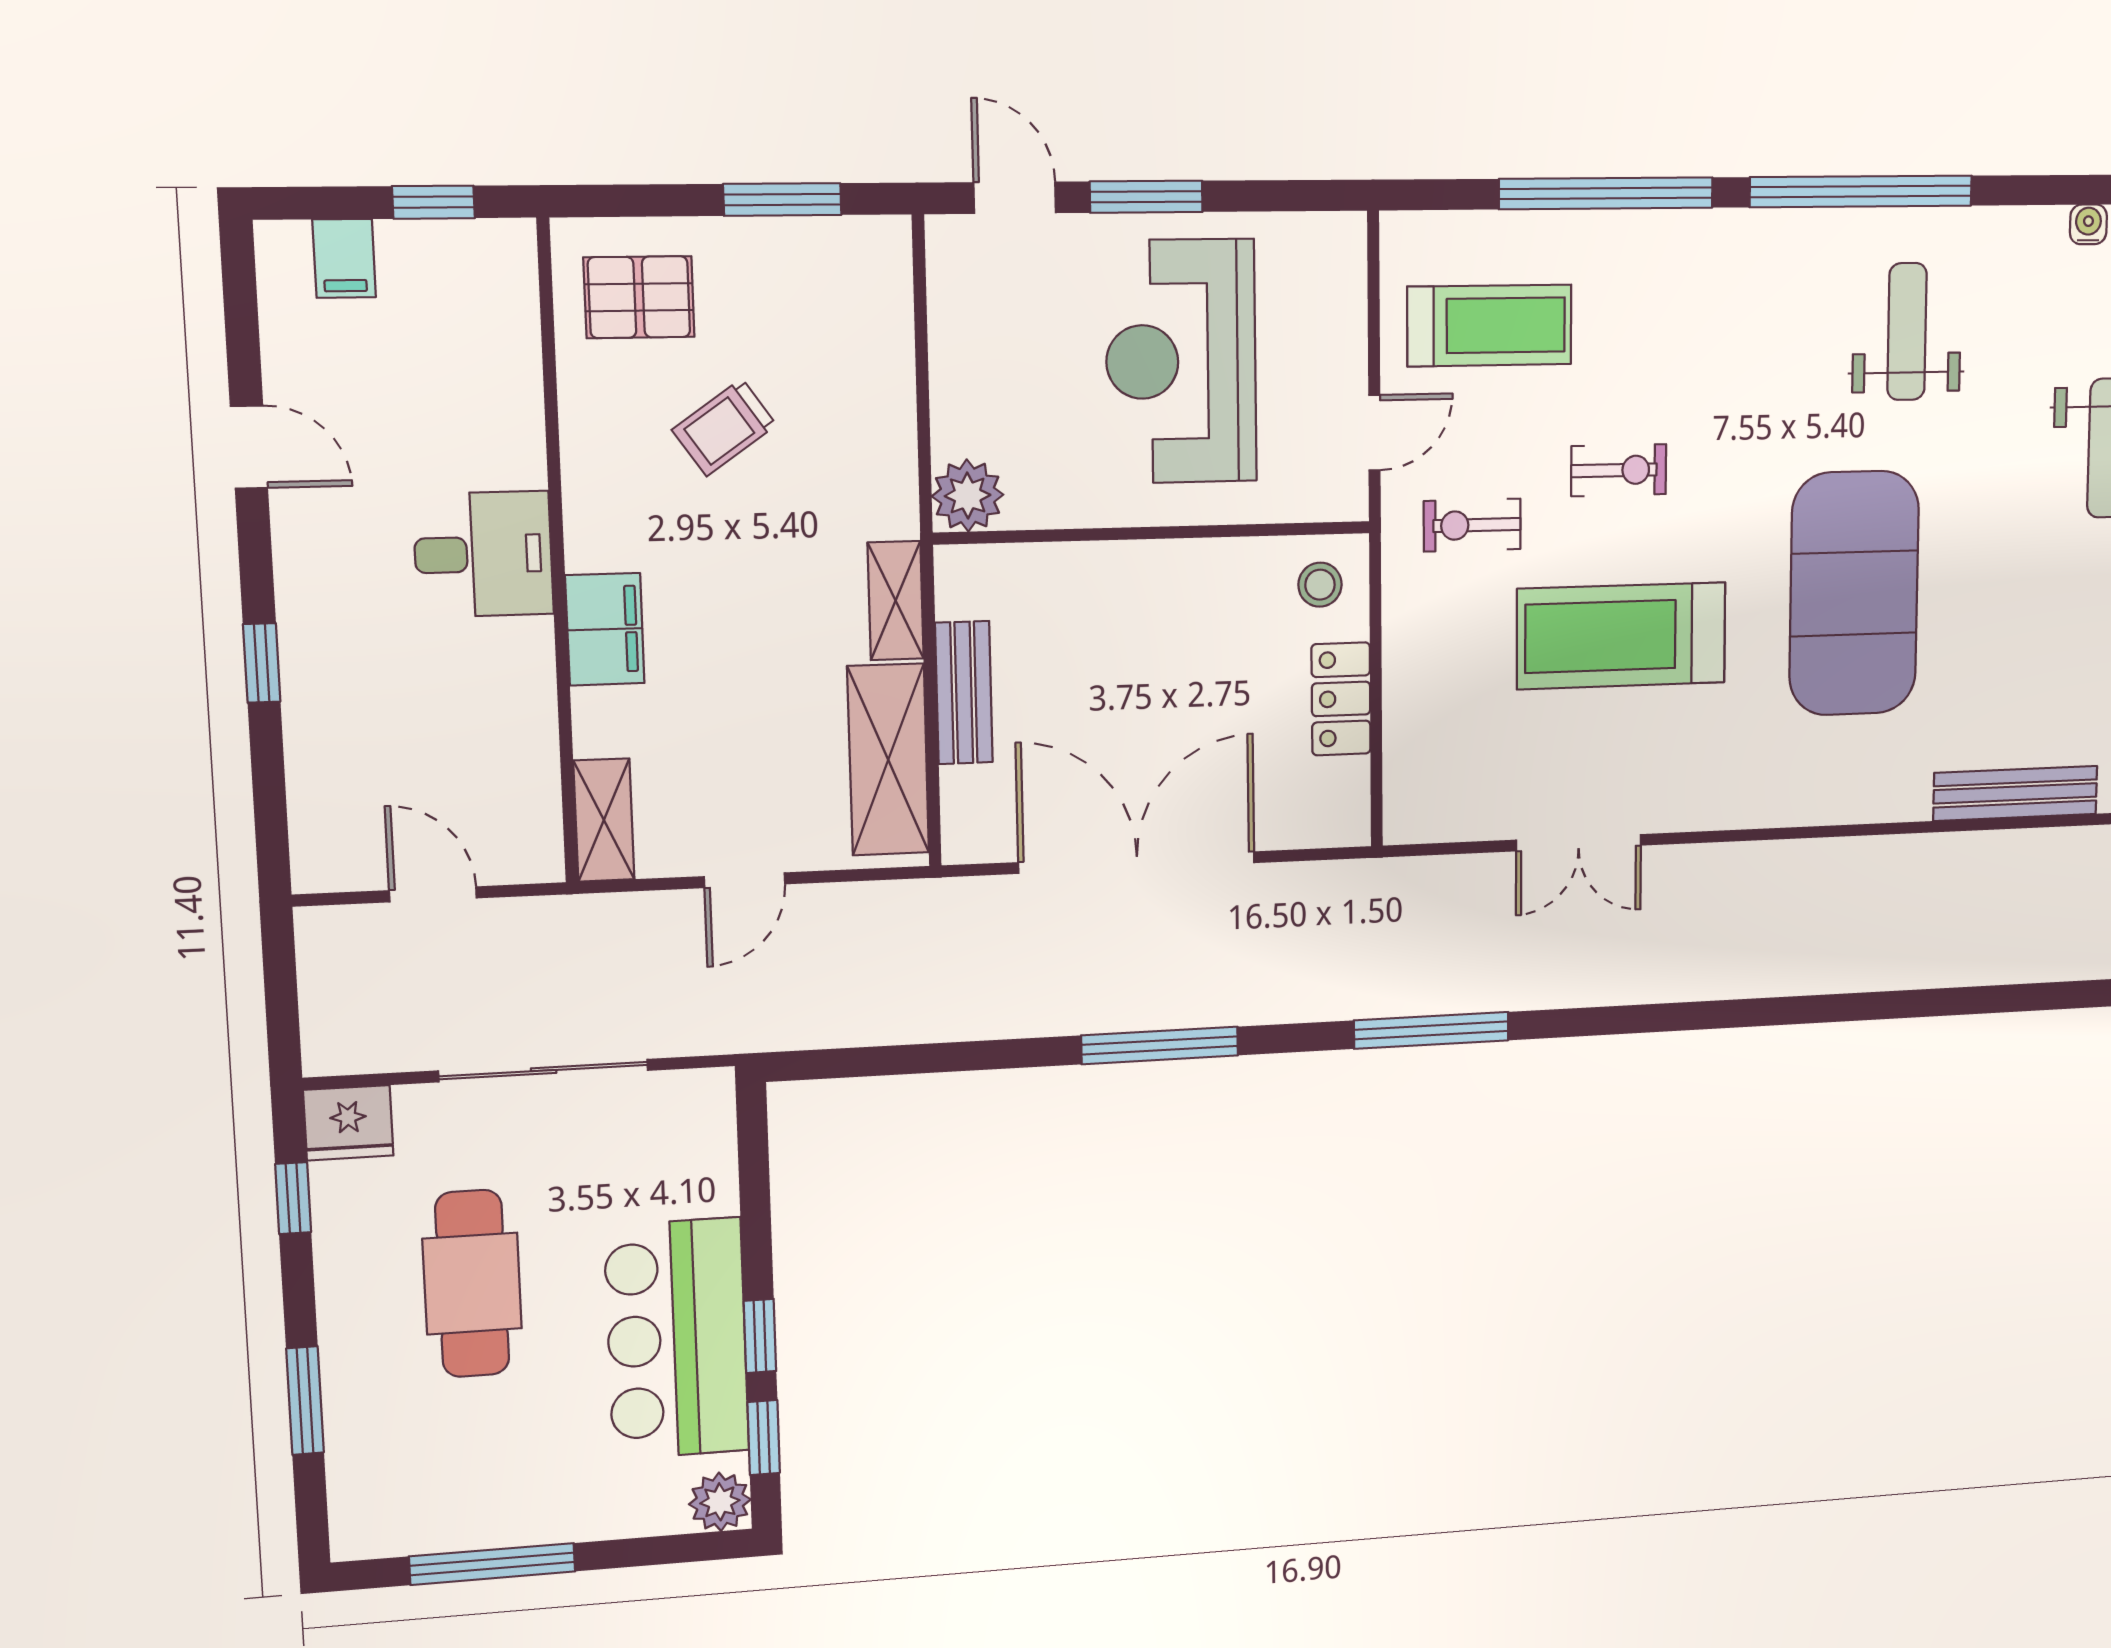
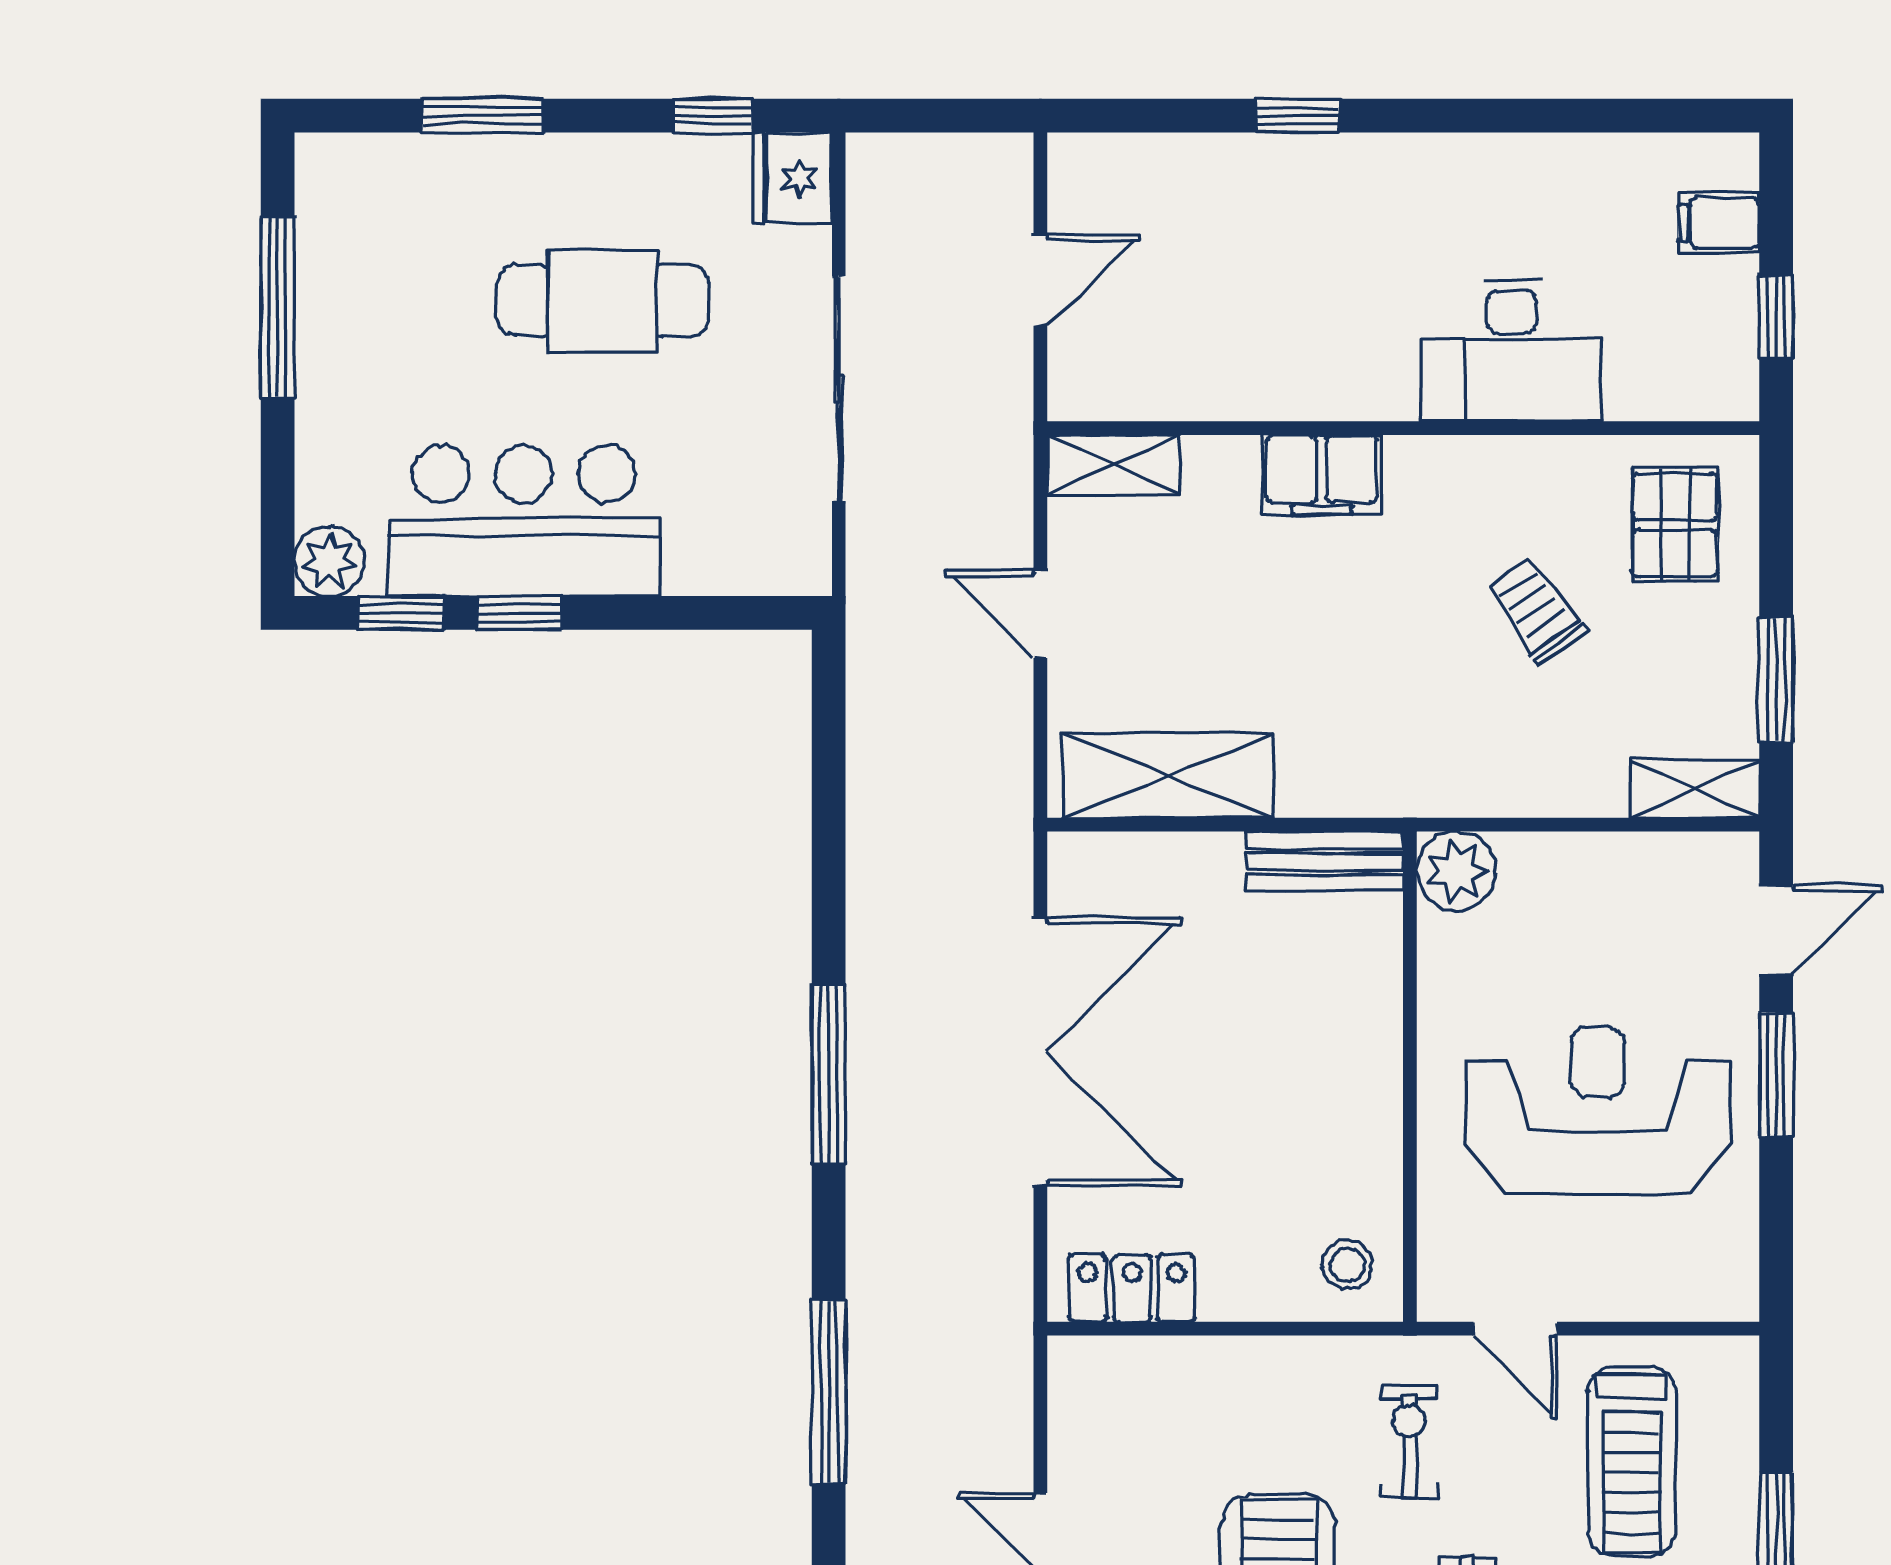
door: (249, 447) -> (1525, 116), removed
desk: (483, 554) -> (1512, 350), moved, width x1.37
shelving: (896, 601) -> (1695, 789), moved
bench: (964, 693) -> (1325, 861), moved
locker: (1341, 699) -> (1132, 1288), moved

